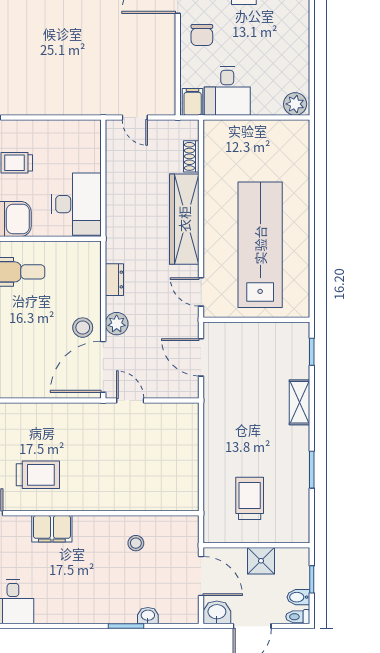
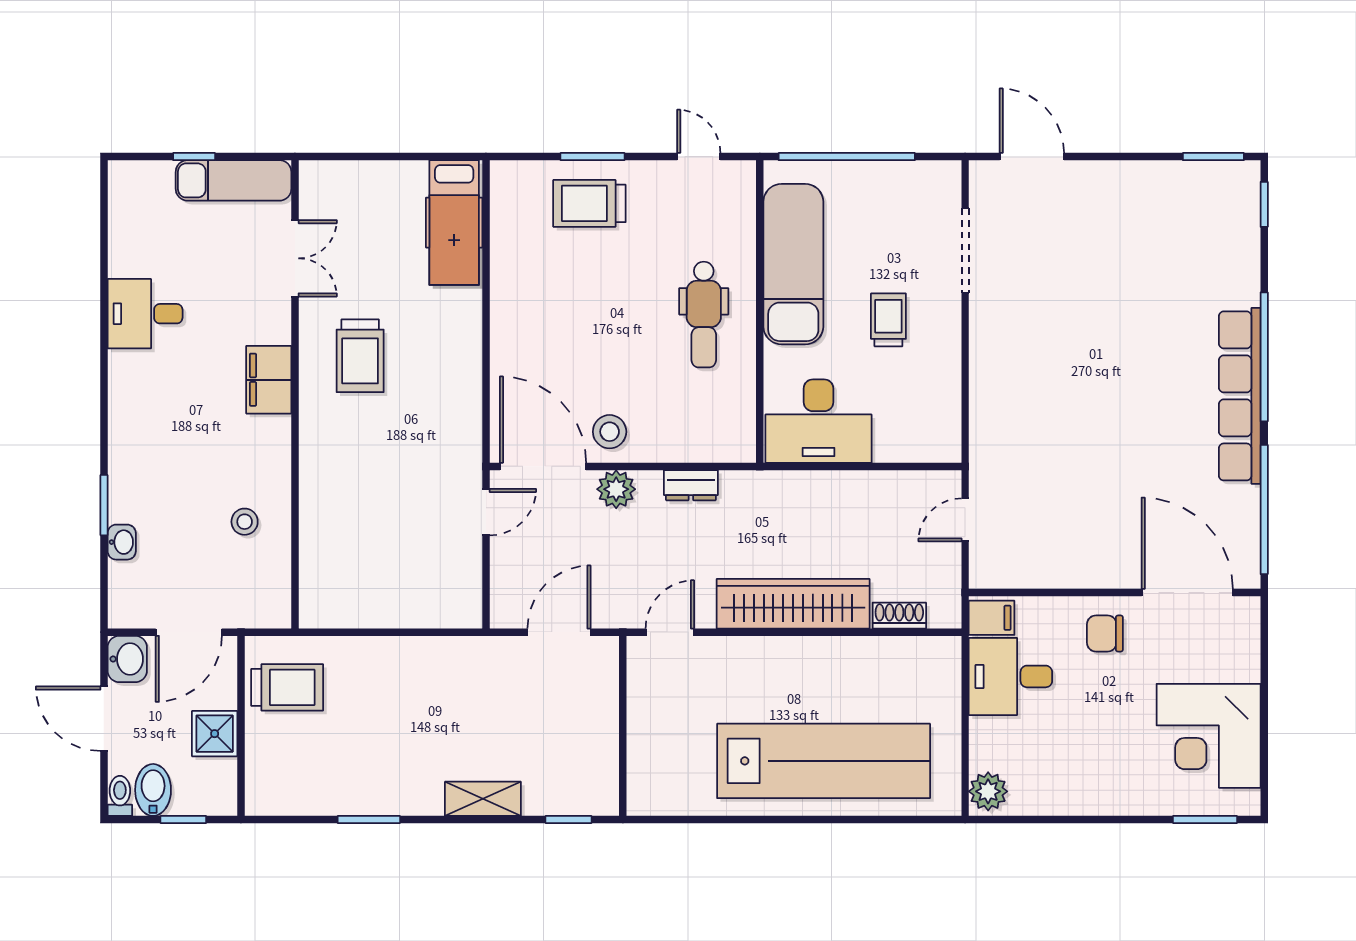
lab bench: (260, 245) -> (824, 761), moved
trolley: (250, 498) -> (287, 687), moved
bidet: (298, 597) -> (153, 790), width x1.38, depth x1.36

